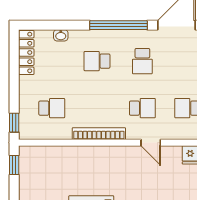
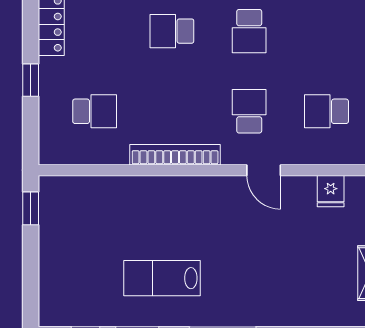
school desk: (142, 108) -> (249, 111), turned -90
window: (14, 123) -> (31, 80), moved

